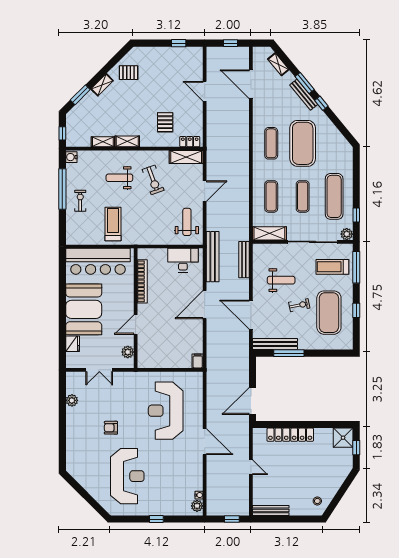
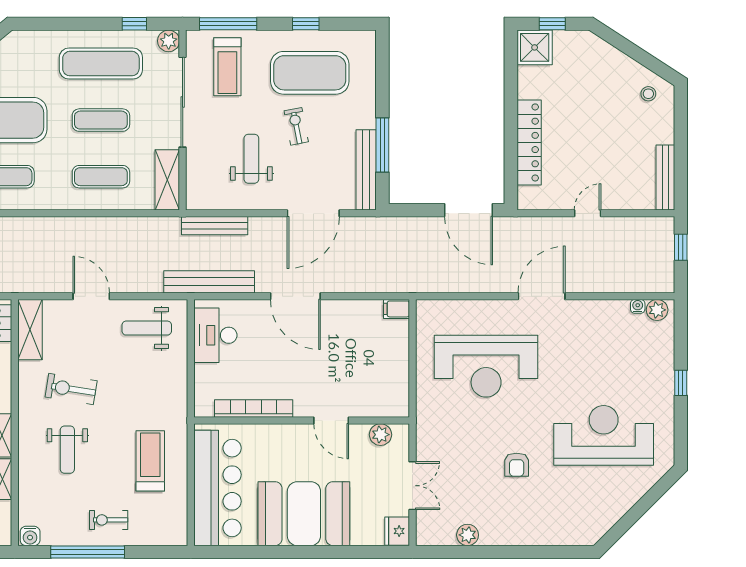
exercise bike: (153, 180) -> (71, 389), turned -151
treadmill: (113, 224) -> (150, 461), turned 90
fridge: (73, 344) -> (397, 531), moved, turned -90

